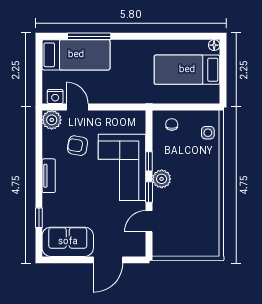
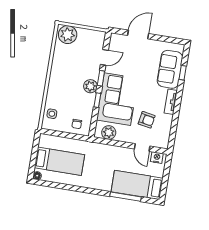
plant: (52, 120) -> (109, 133), moved
sofa: (68, 242) -> (170, 69), moved, turned 90
plant: (204, 244) -> (68, 35), added

